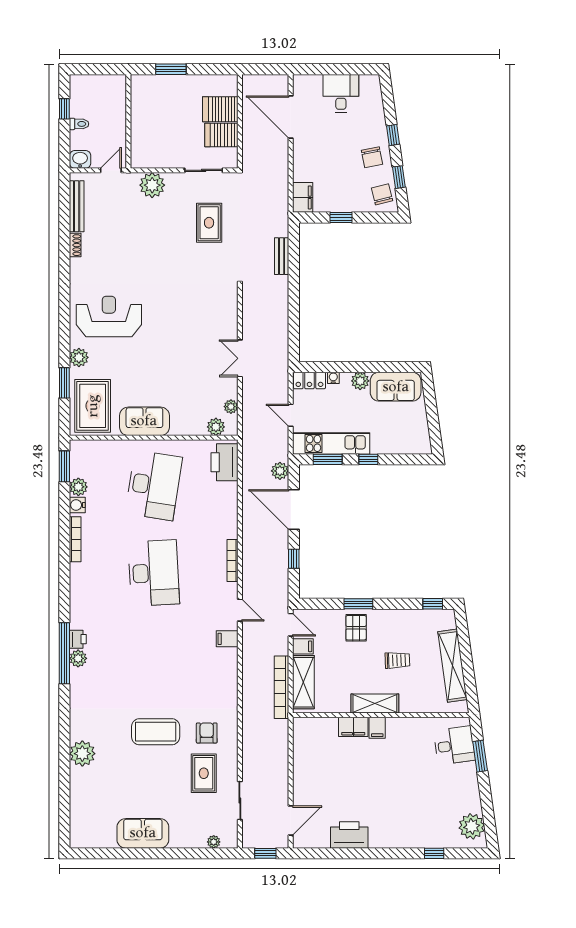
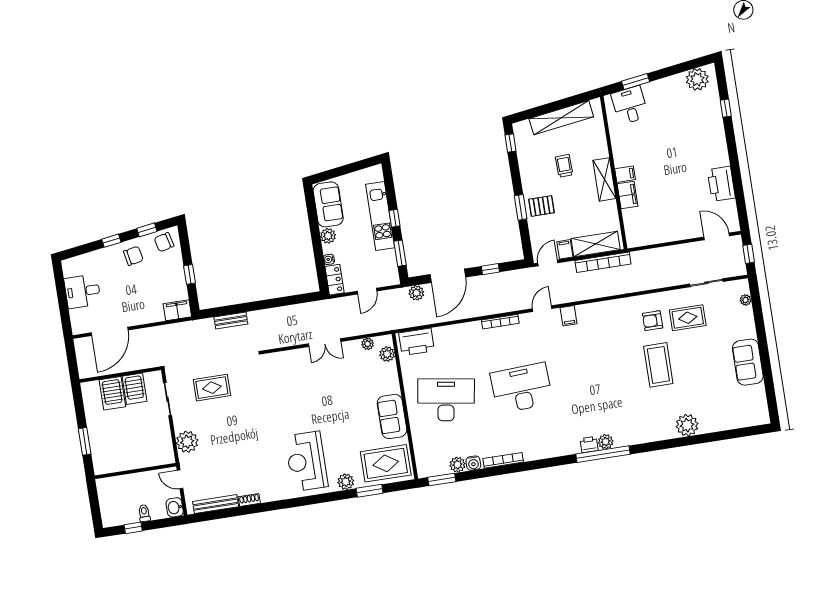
kitchen unit: (331, 443) -> (380, 216), moved

